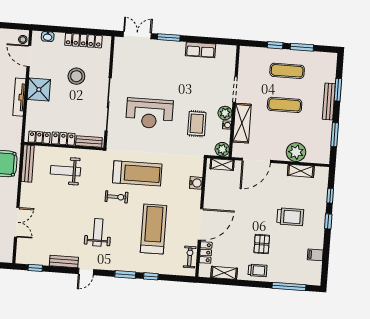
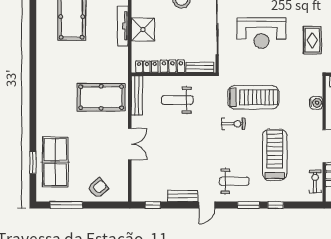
shower: (39, 90) -> (143, 30), moved
double door: (17, 222) -> (130, 144), moved
weight bench: (98, 232) -> (234, 181), moved, turned 90

